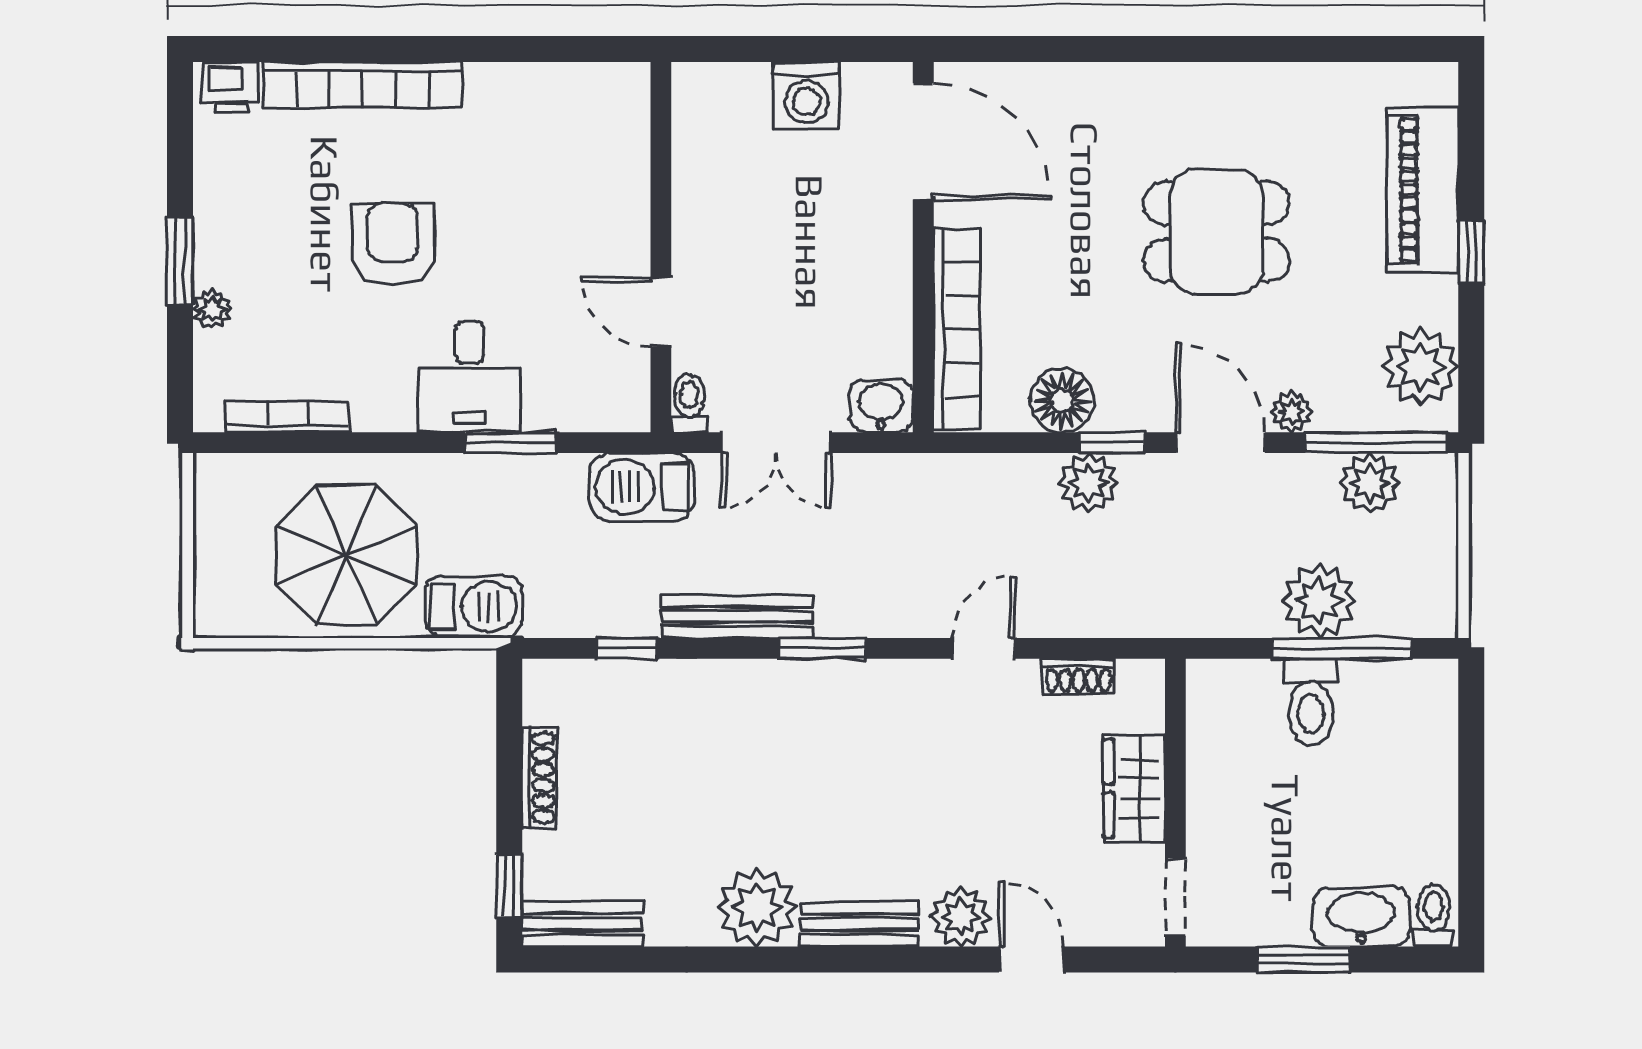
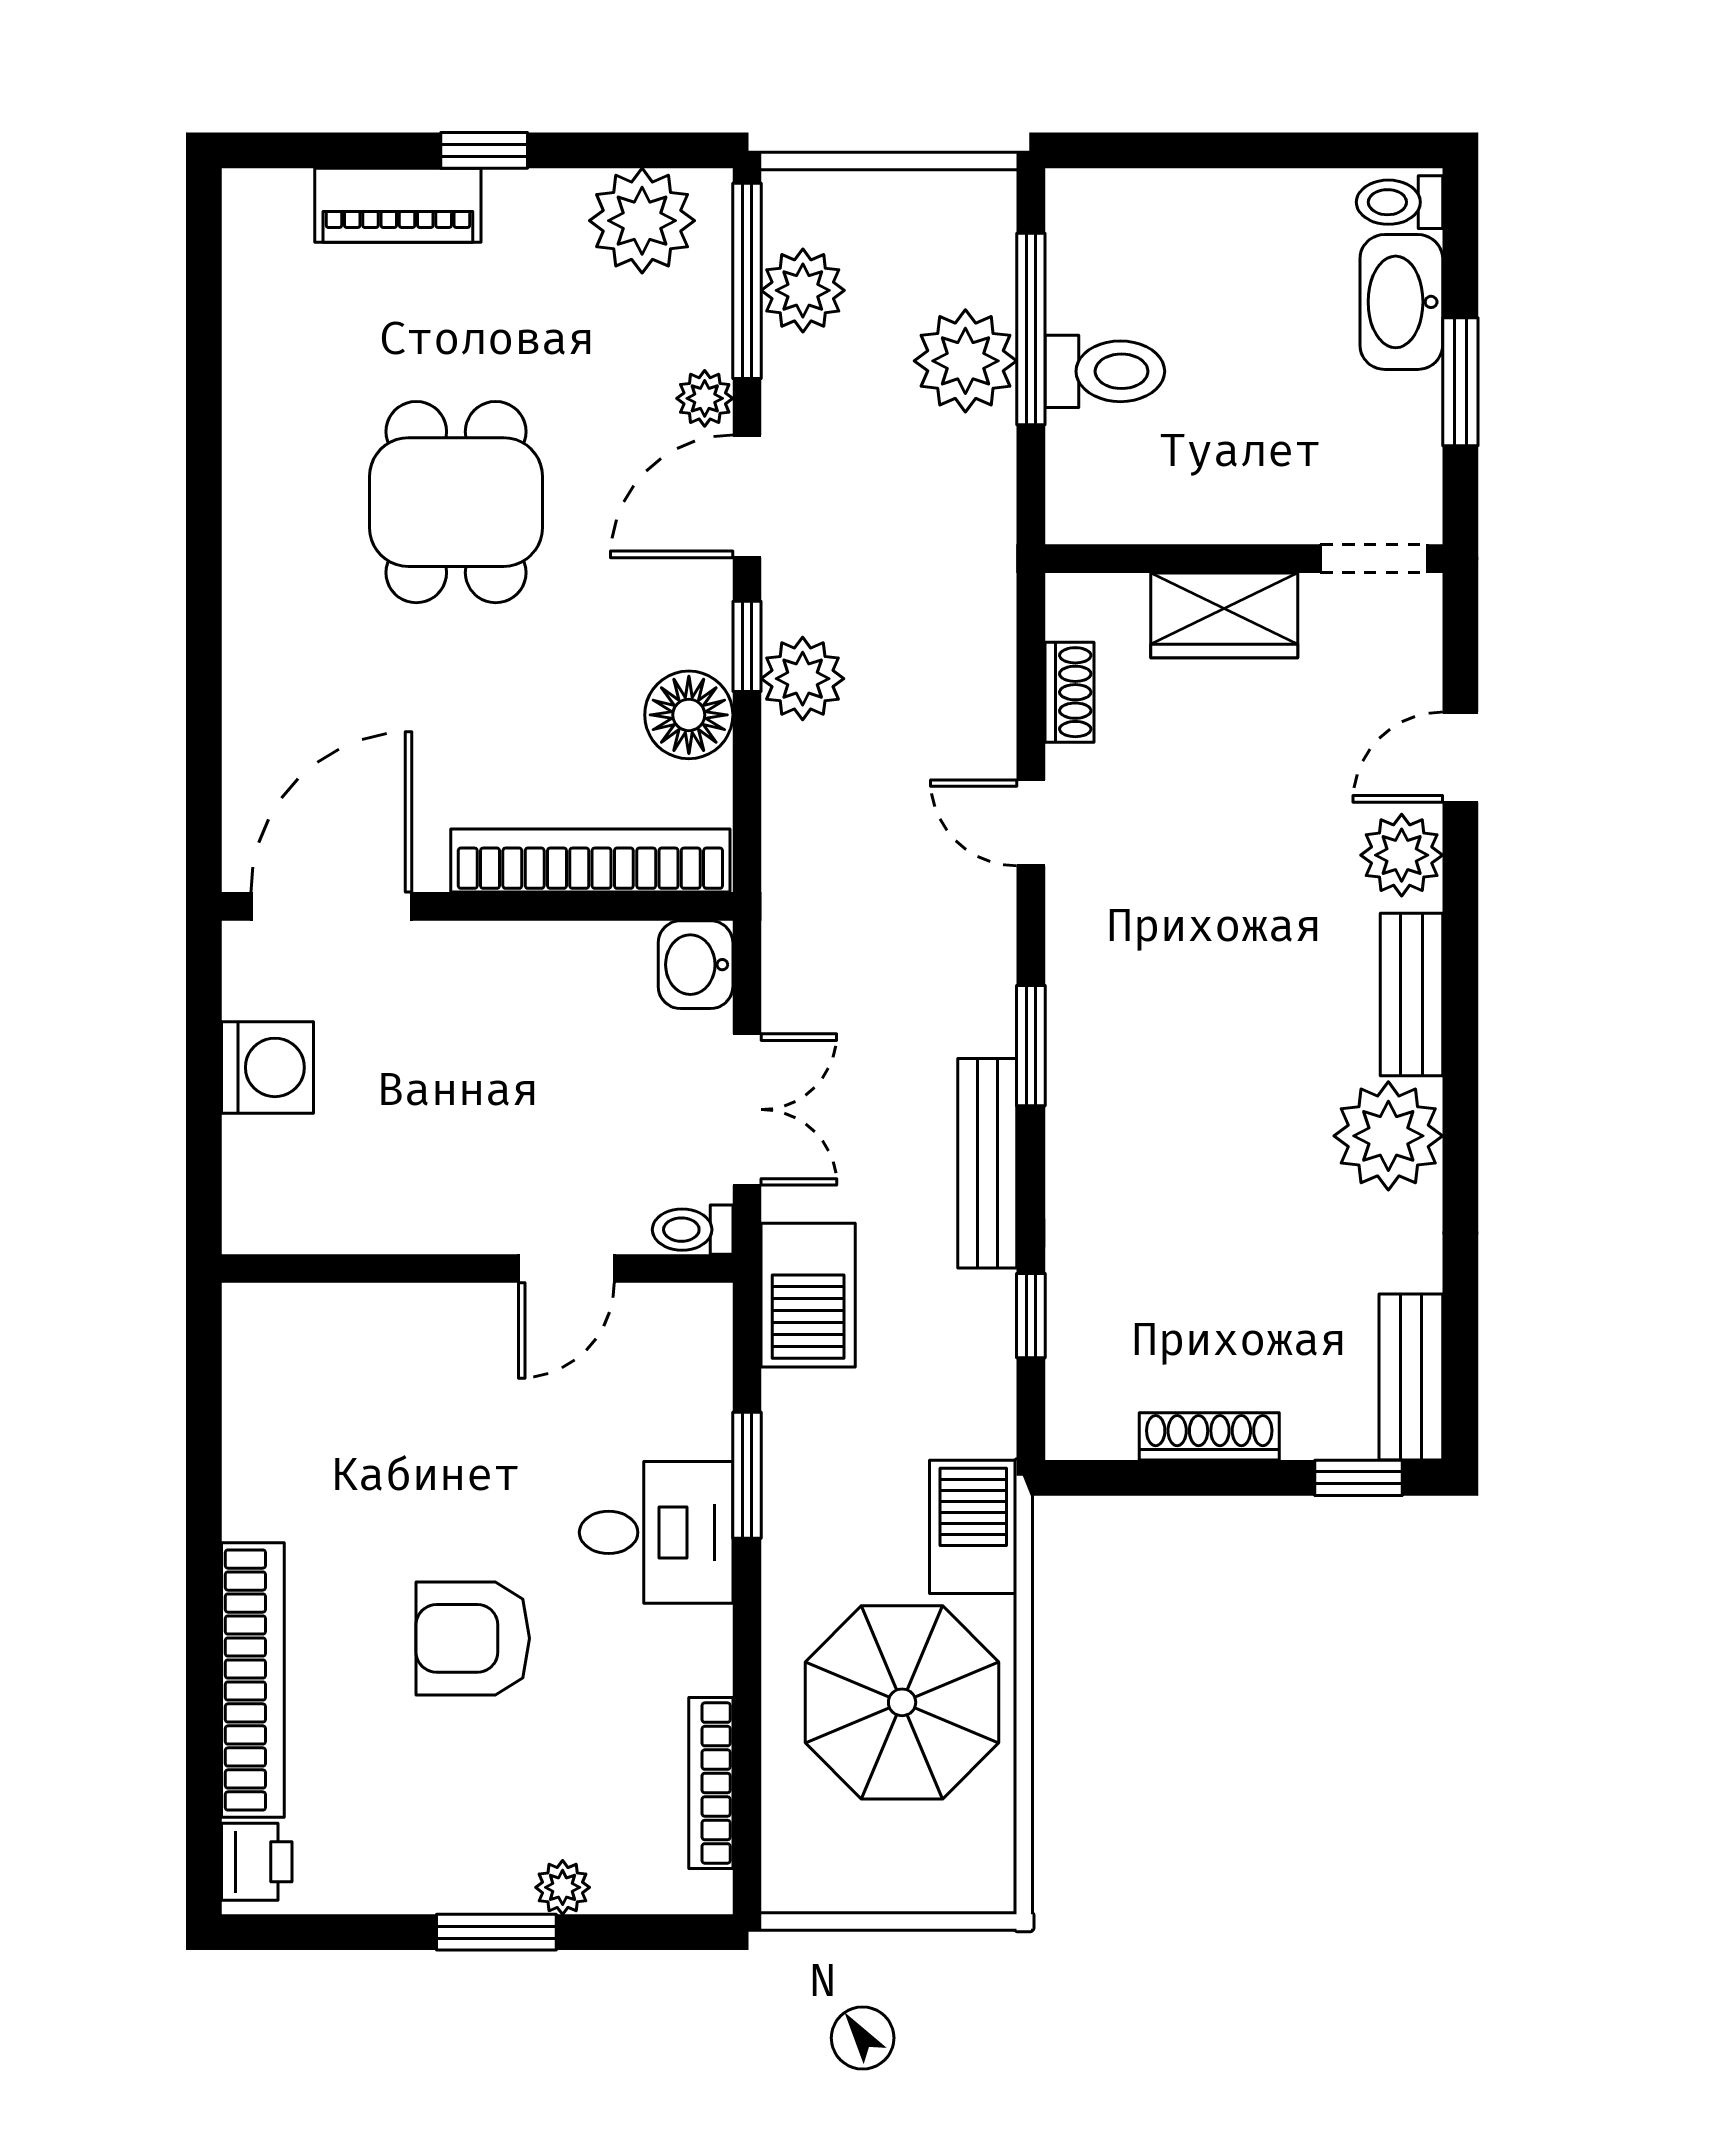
piano: (1423, 190) -> (398, 205), width x0.73, depth x0.75

